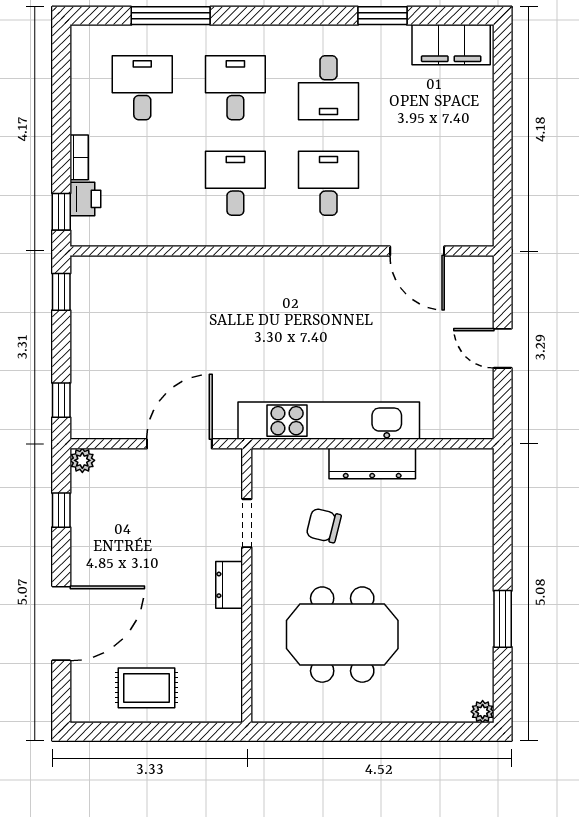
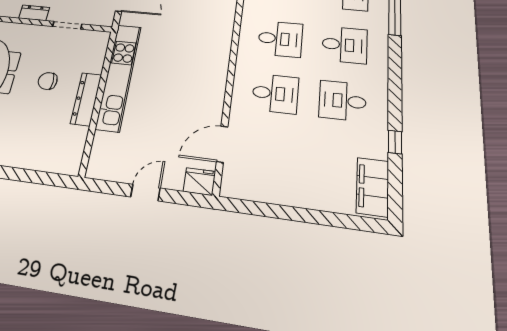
window: (382, 16) -> (395, 142), width x0.67
fridge: (476, 276) -> (199, 182), added
chair: (324, 526) -> (48, 81), moved, turned -104

